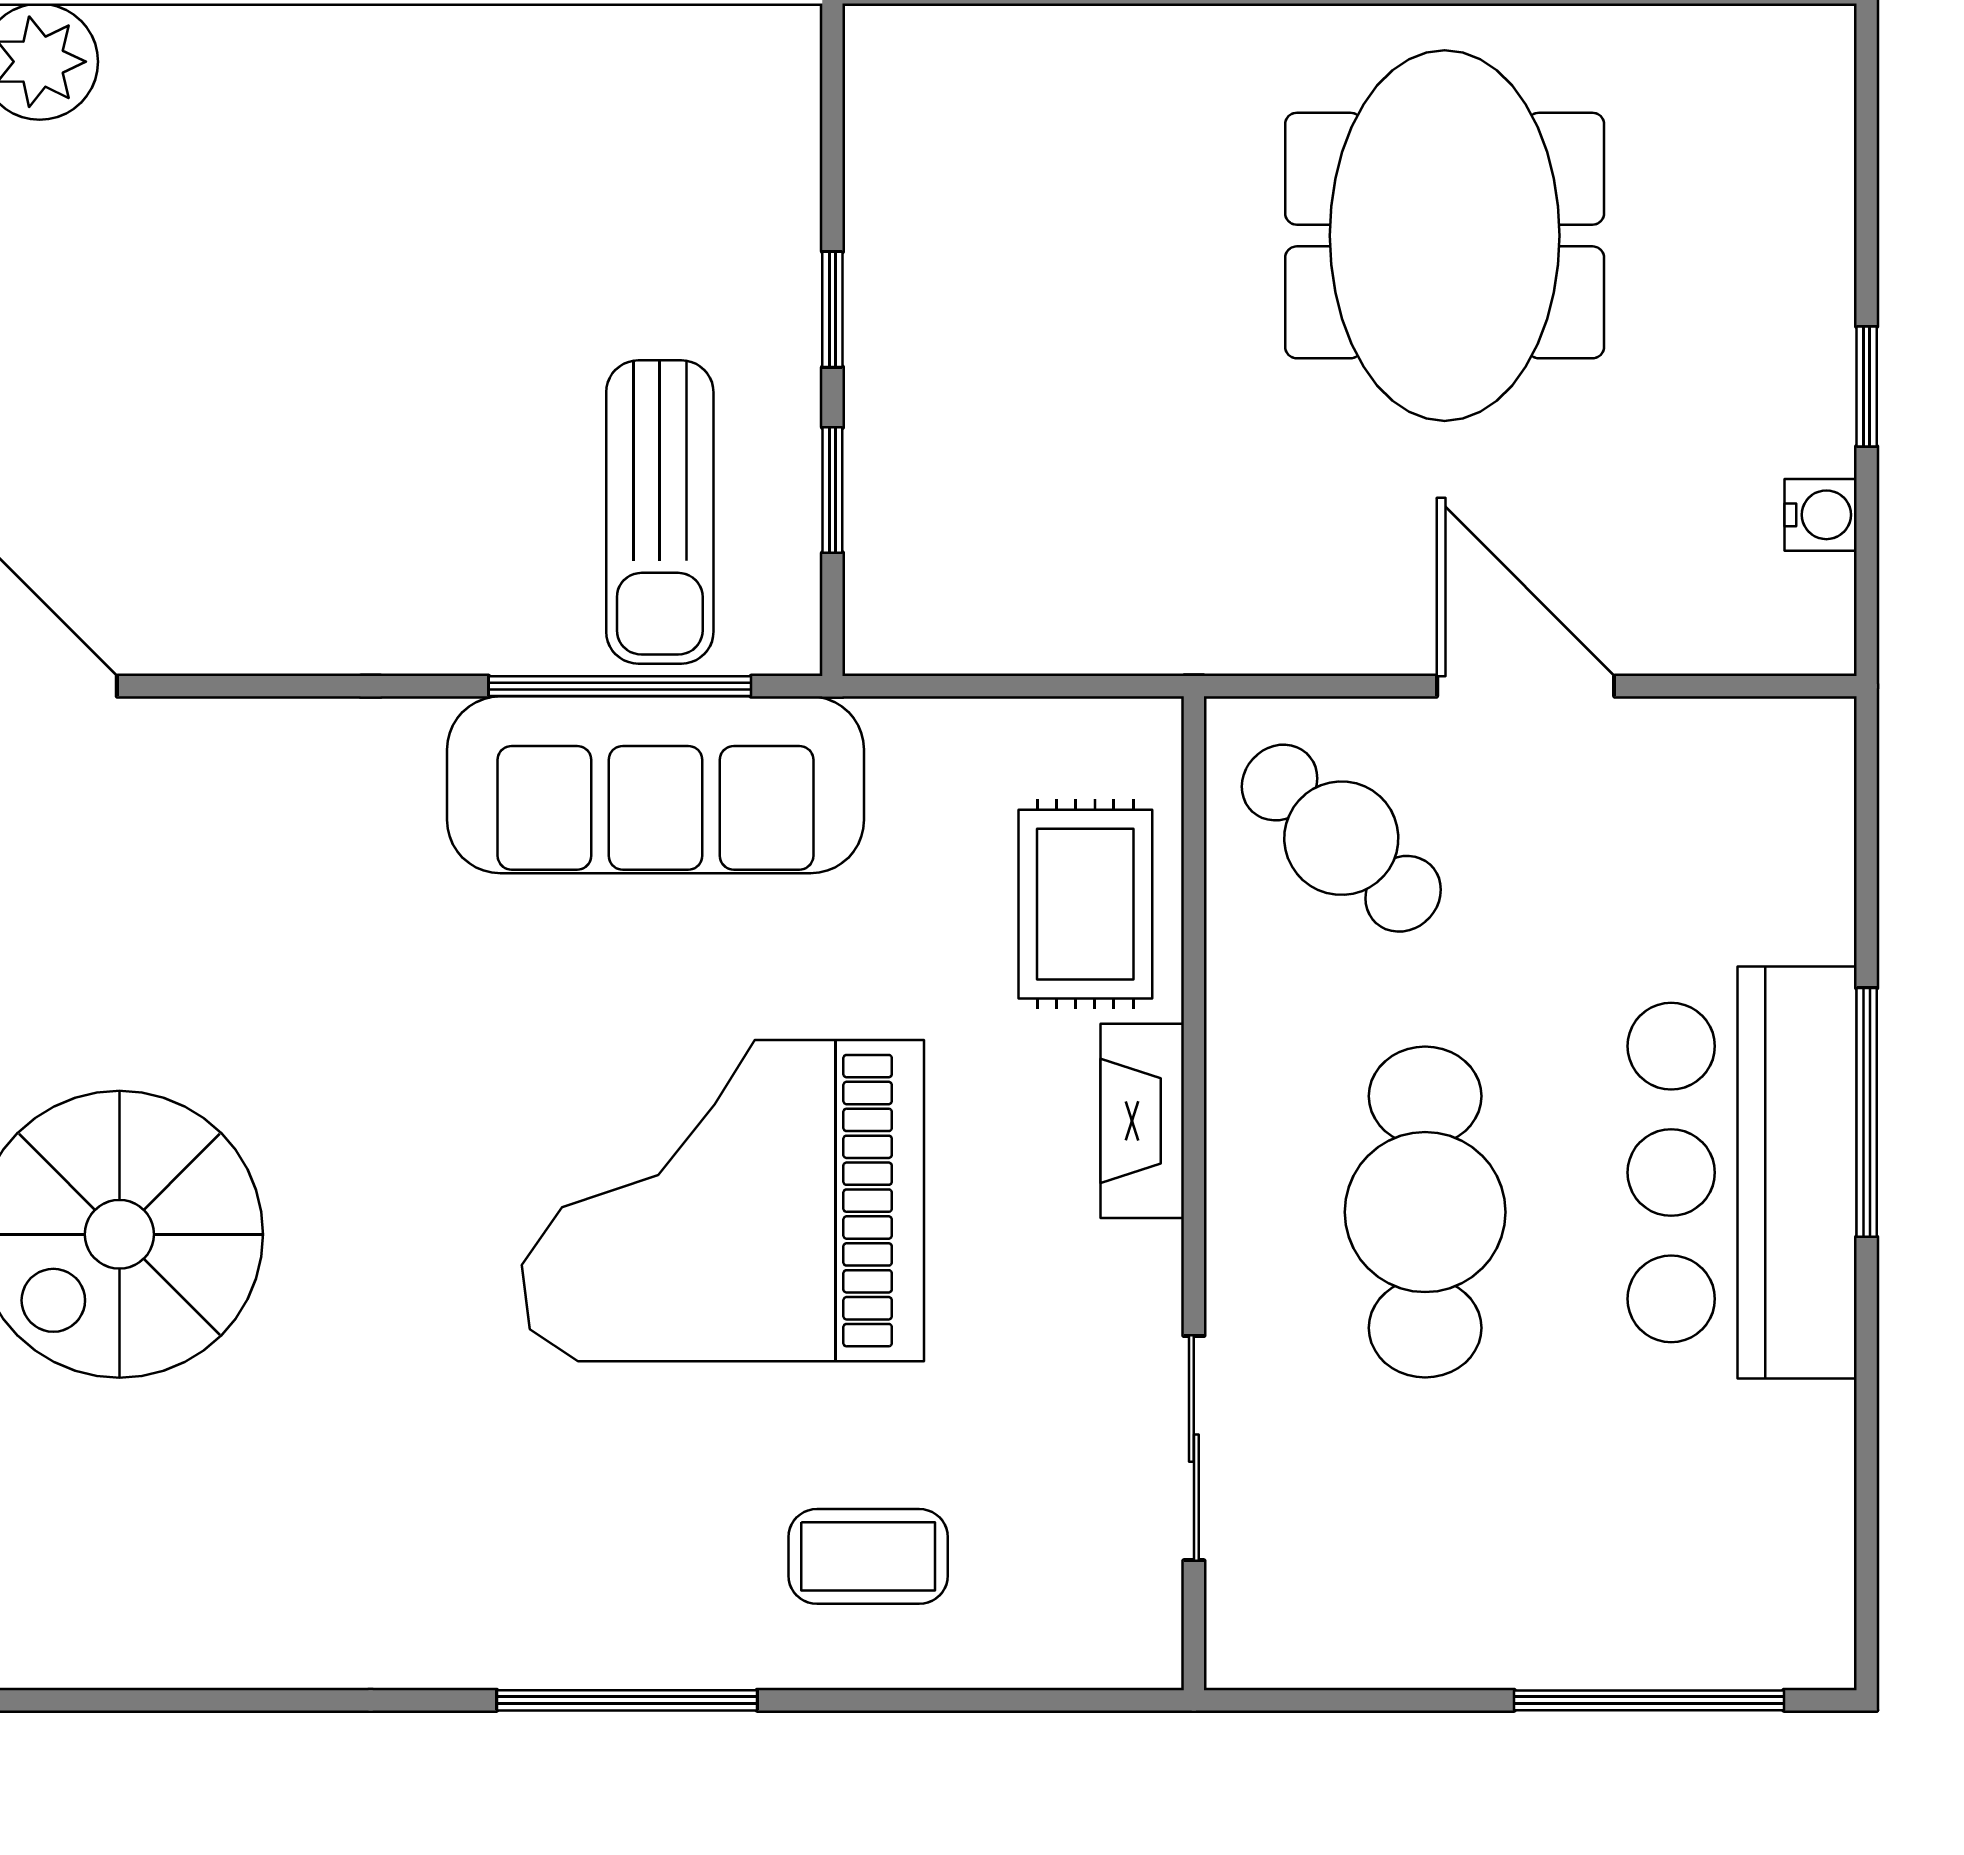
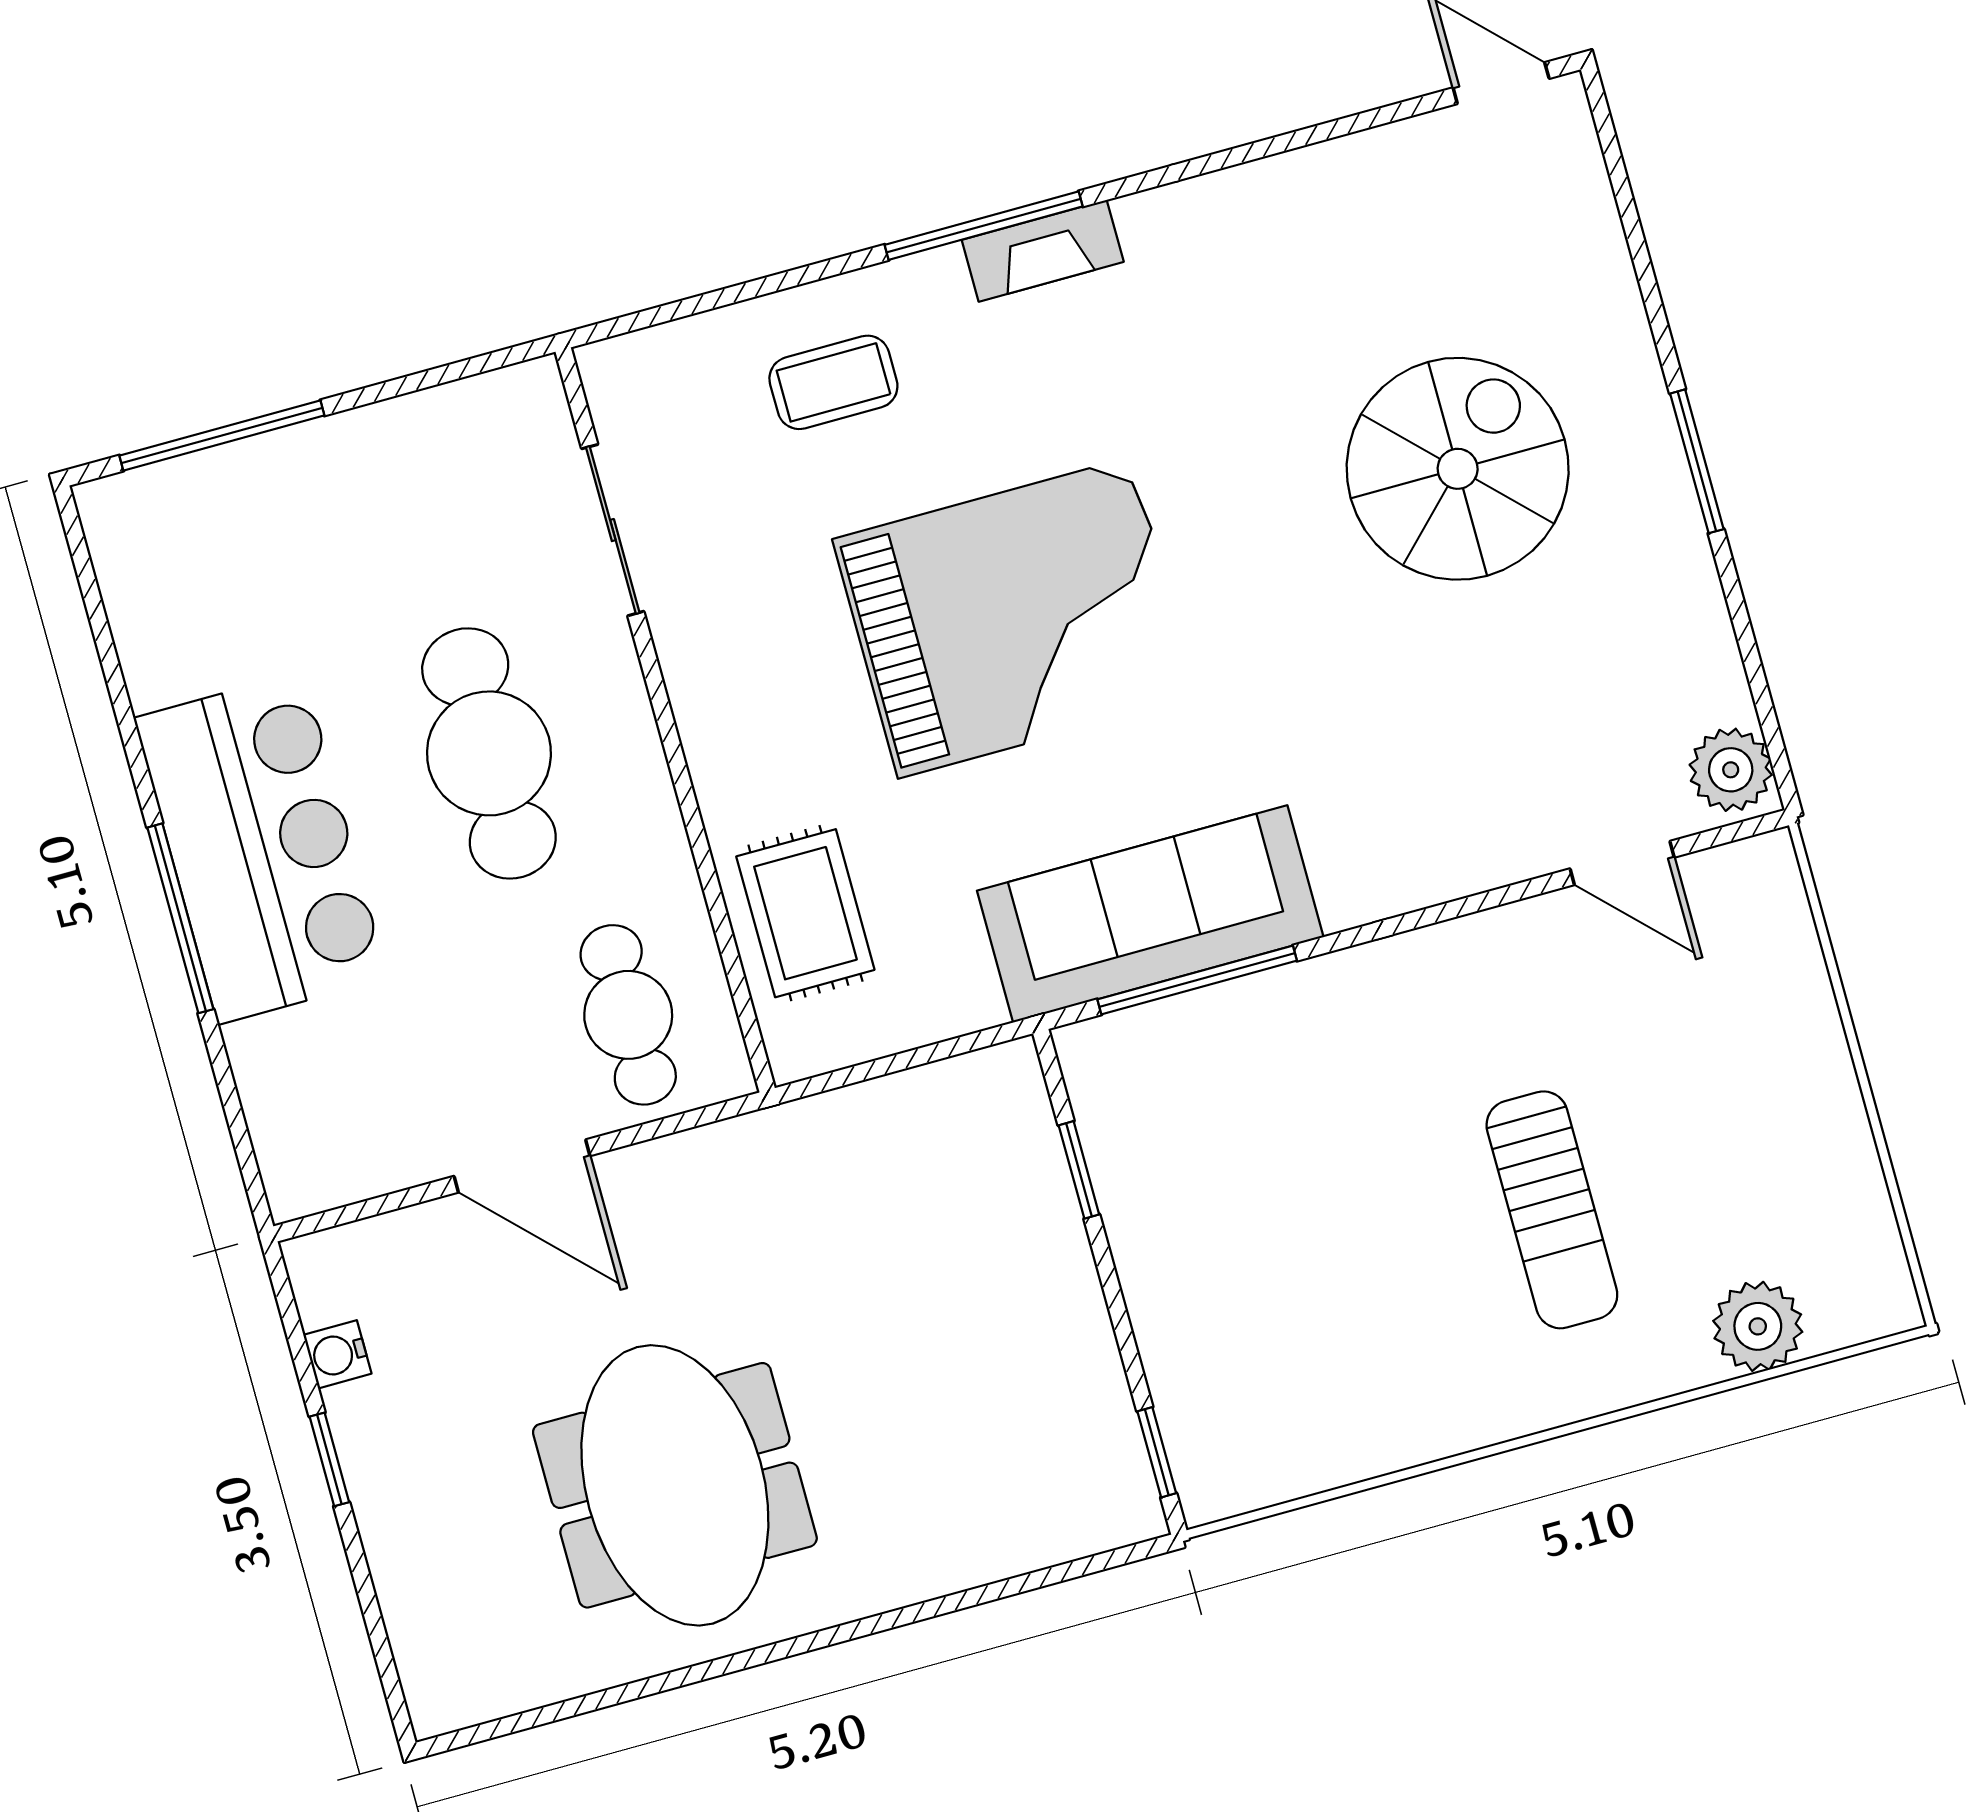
window: (832, 309) -> (1157, 1452), moved
sun lounger: (660, 512) -> (1552, 1210), moved, turned 180
cafe table: (1341, 838) -> (628, 1015), turned 48
fireplace: (1142, 1121) -> (1043, 251), moved, turned 90

